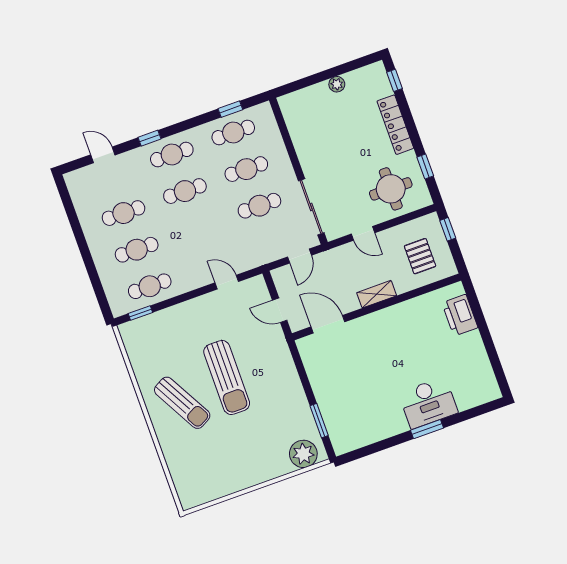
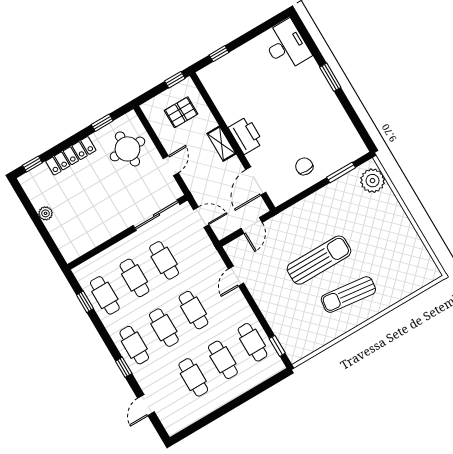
cafe table: (198, 228) -> (193, 310), added
window: (448, 229) -> (175, 80), moved
window: (477, 311) -> (219, 54), added
printer: (460, 315) -> (246, 135), moved, turned -90
chair: (334, 381) -> (304, 166), added
sun lounger: (182, 403) -> (348, 295), turned -144
desk: (428, 403) -> (286, 45), moved

